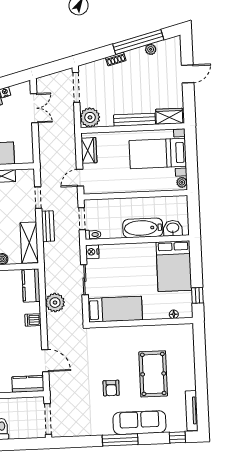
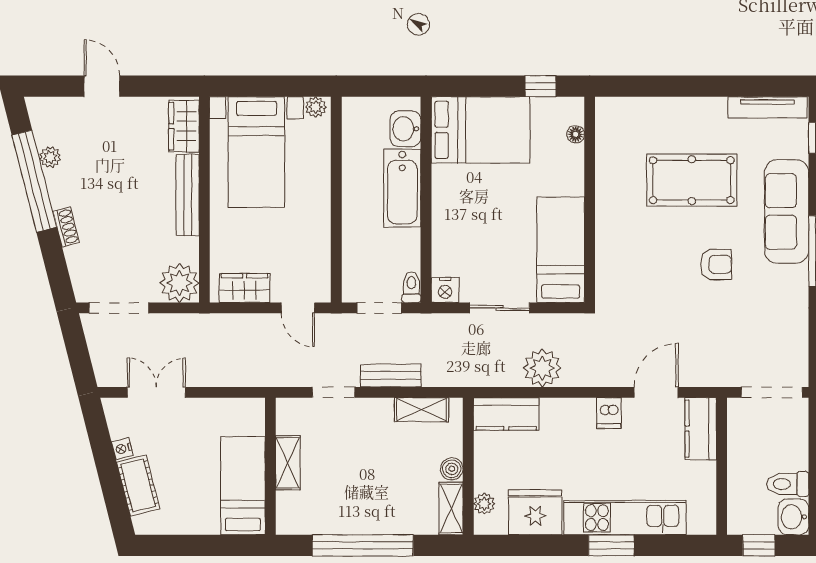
shelving: (29, 243) -> (422, 410), width x0.67, depth x0.75
dishwasher: (33, 320) -> (609, 413), moved

